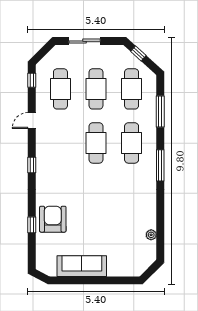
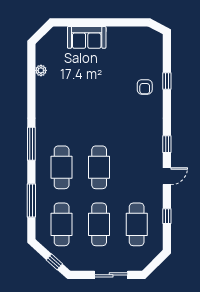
window: (32, 80) -> (167, 216), moved
door: (32, 121) -> (167, 176), moved
armchair: (53, 219) -> (145, 87), width x0.53, depth x0.53
sofa: (82, 266) -> (87, 37), moved, width x0.73

